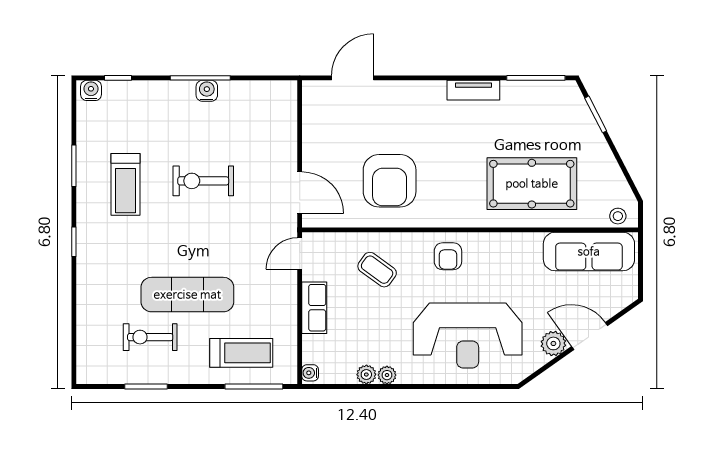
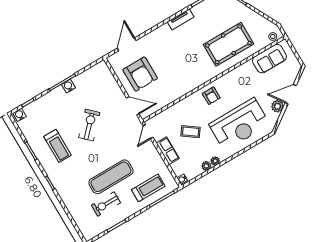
exercise bike: (203, 181) -> (89, 125), turned 134
armchair: (390, 181) -> (140, 74), moved
sofa: (589, 252) -> (269, 59), width x0.73
coffee table: (377, 270) -> (191, 132), moved

